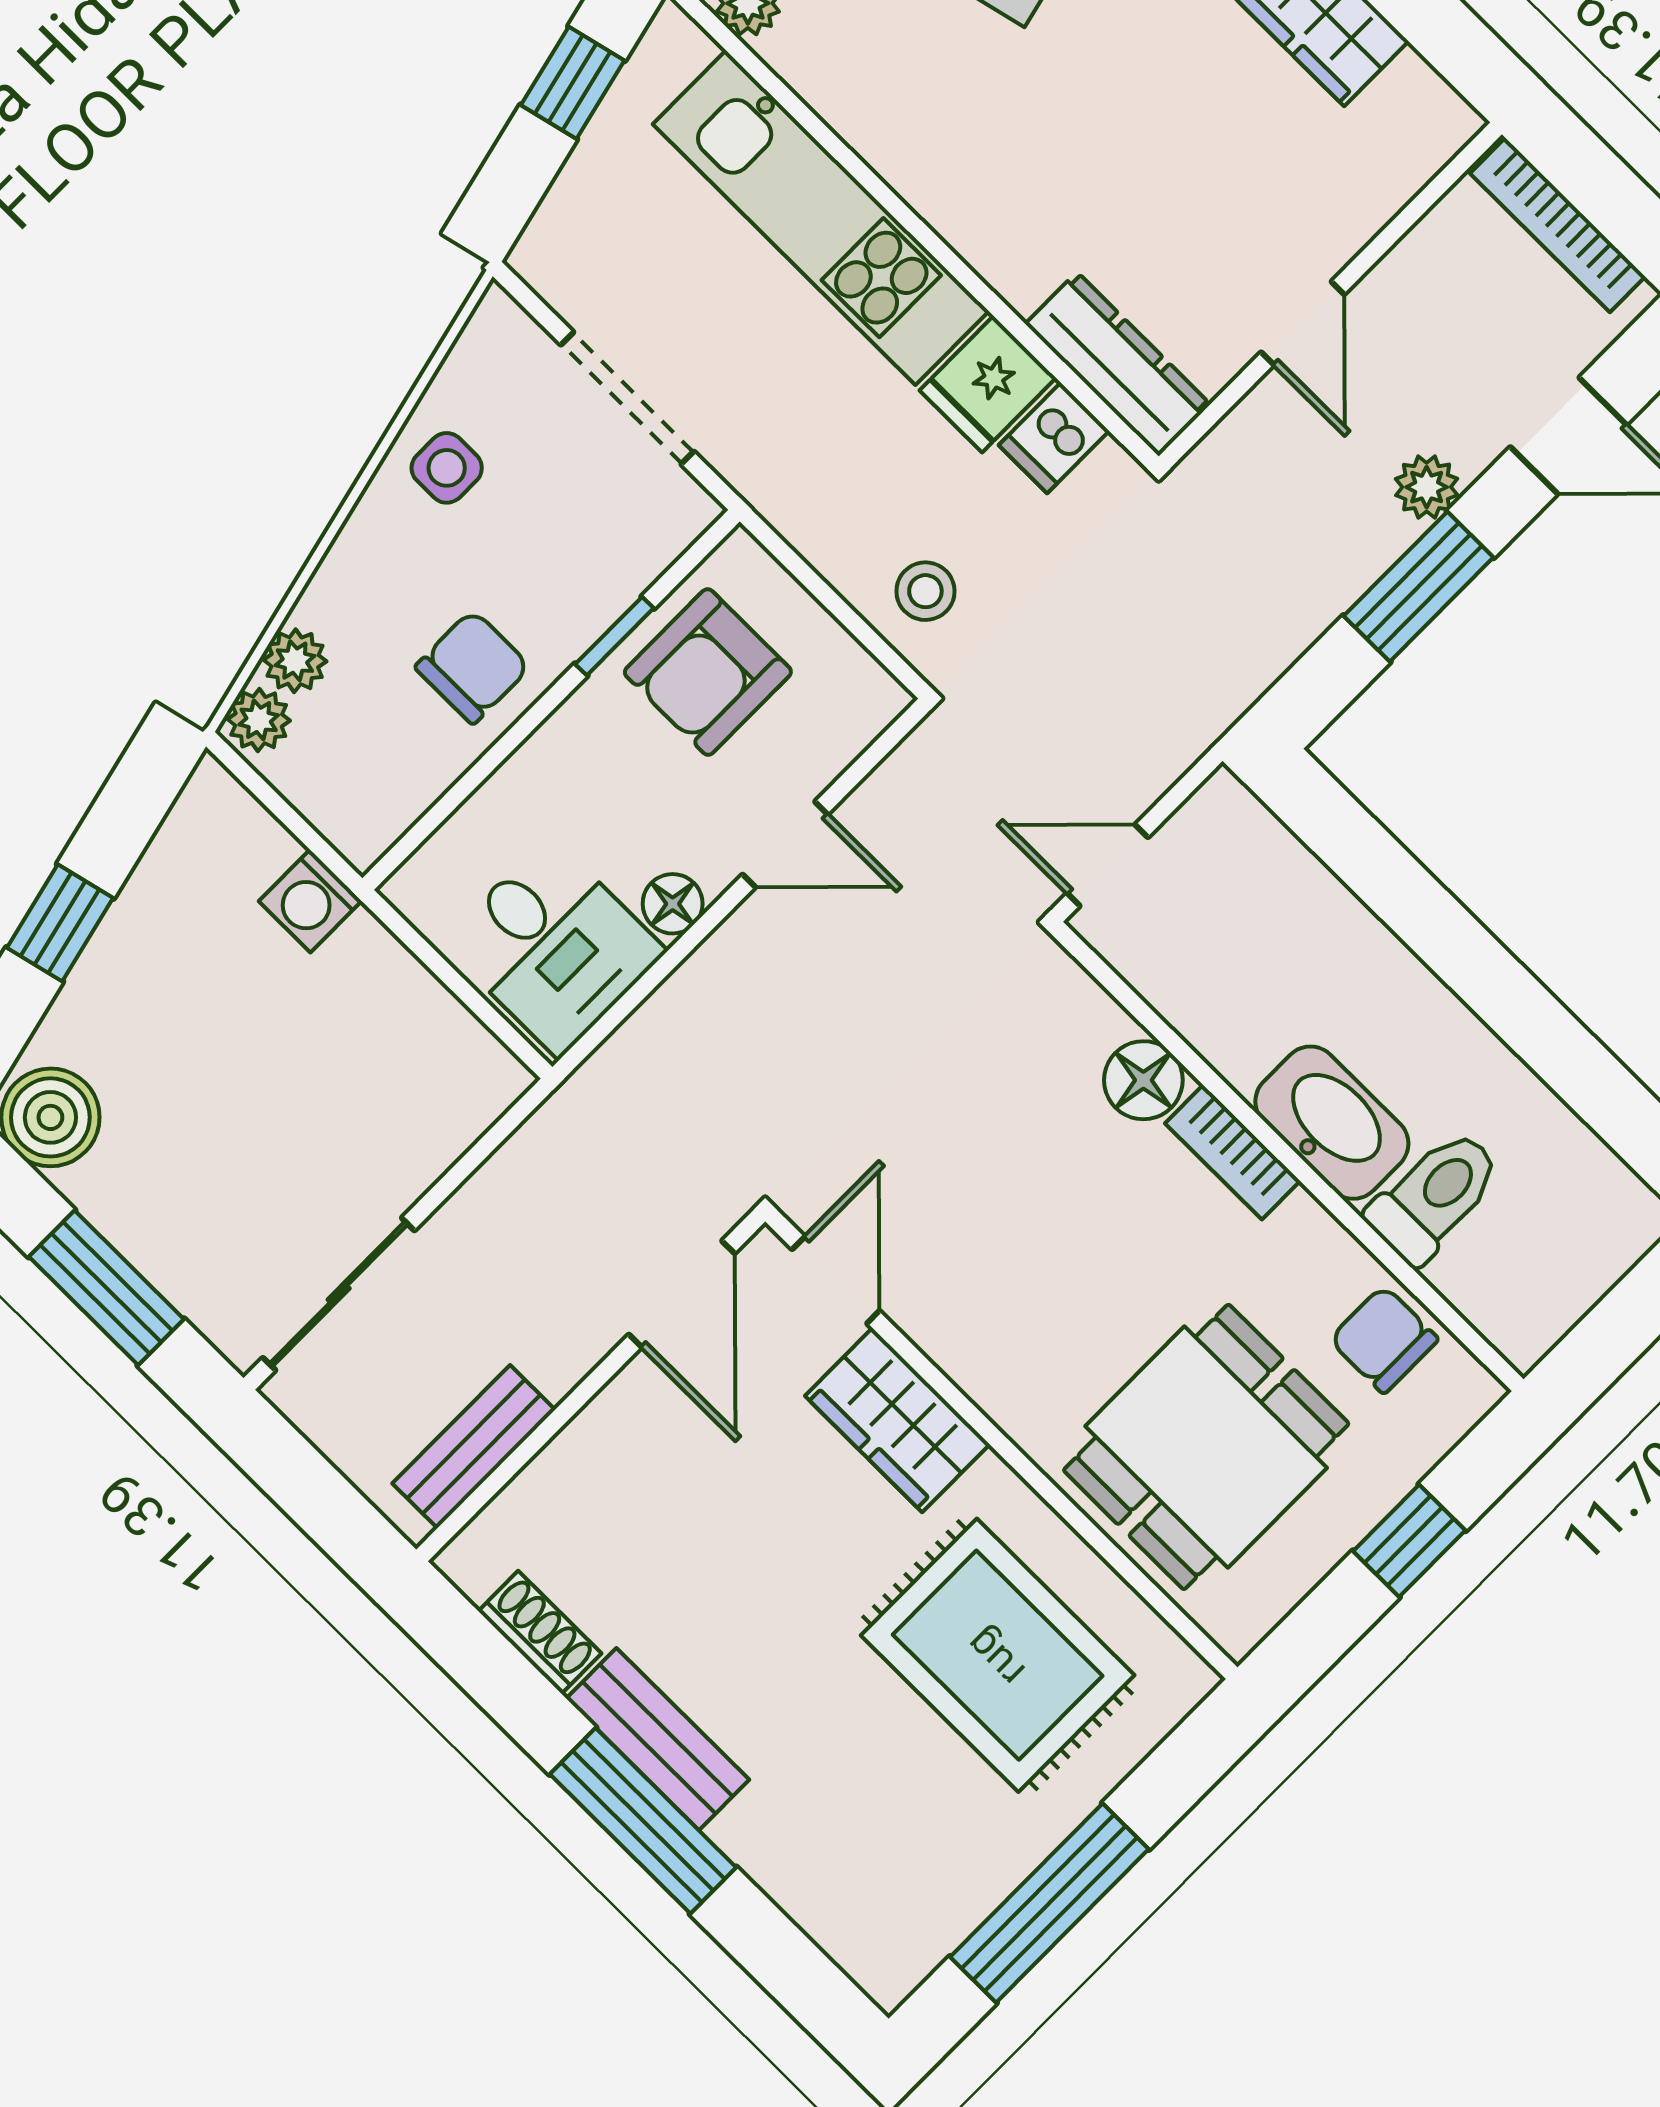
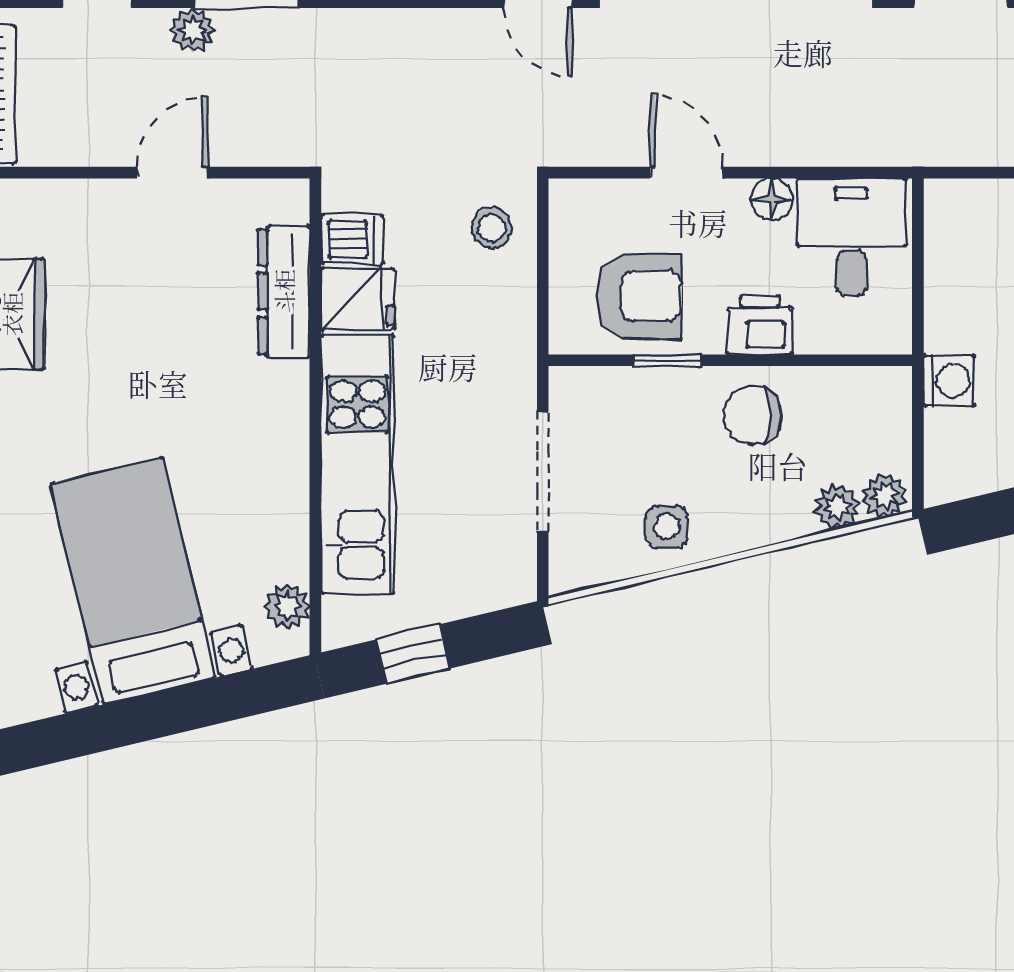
dresser: (1118, 364) -> (284, 291), moved
printer: (557, 765) -> (760, 325), added

